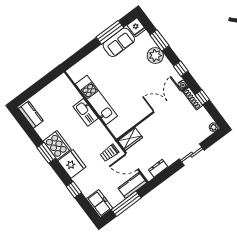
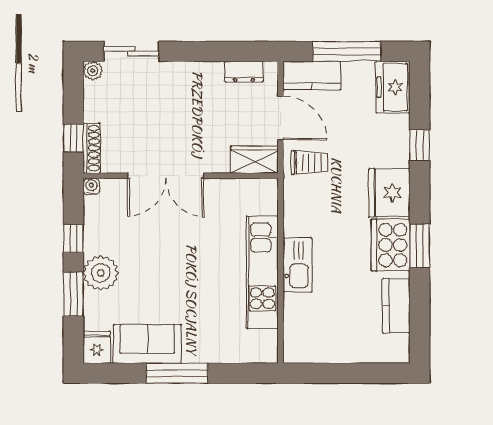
window: (110, 32) -> (177, 373), moved
window: (181, 69) -> (73, 239), moved
double door: (168, 102) -> (166, 176), moved
kitchen counter: (31, 115) -> (396, 306), moved
sliding door: (192, 155) -> (131, 51), moved

